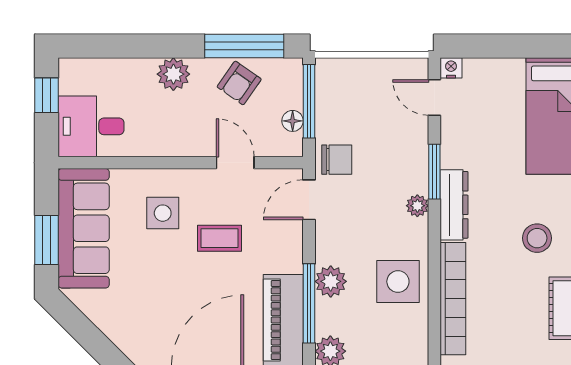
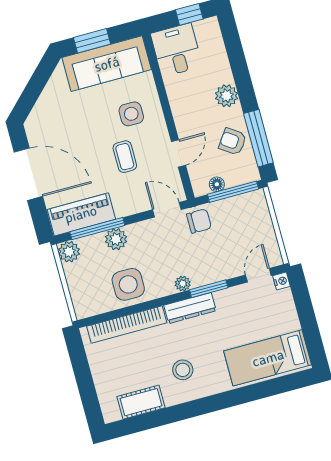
chair: (337, 160) -> (199, 221), turned -90

